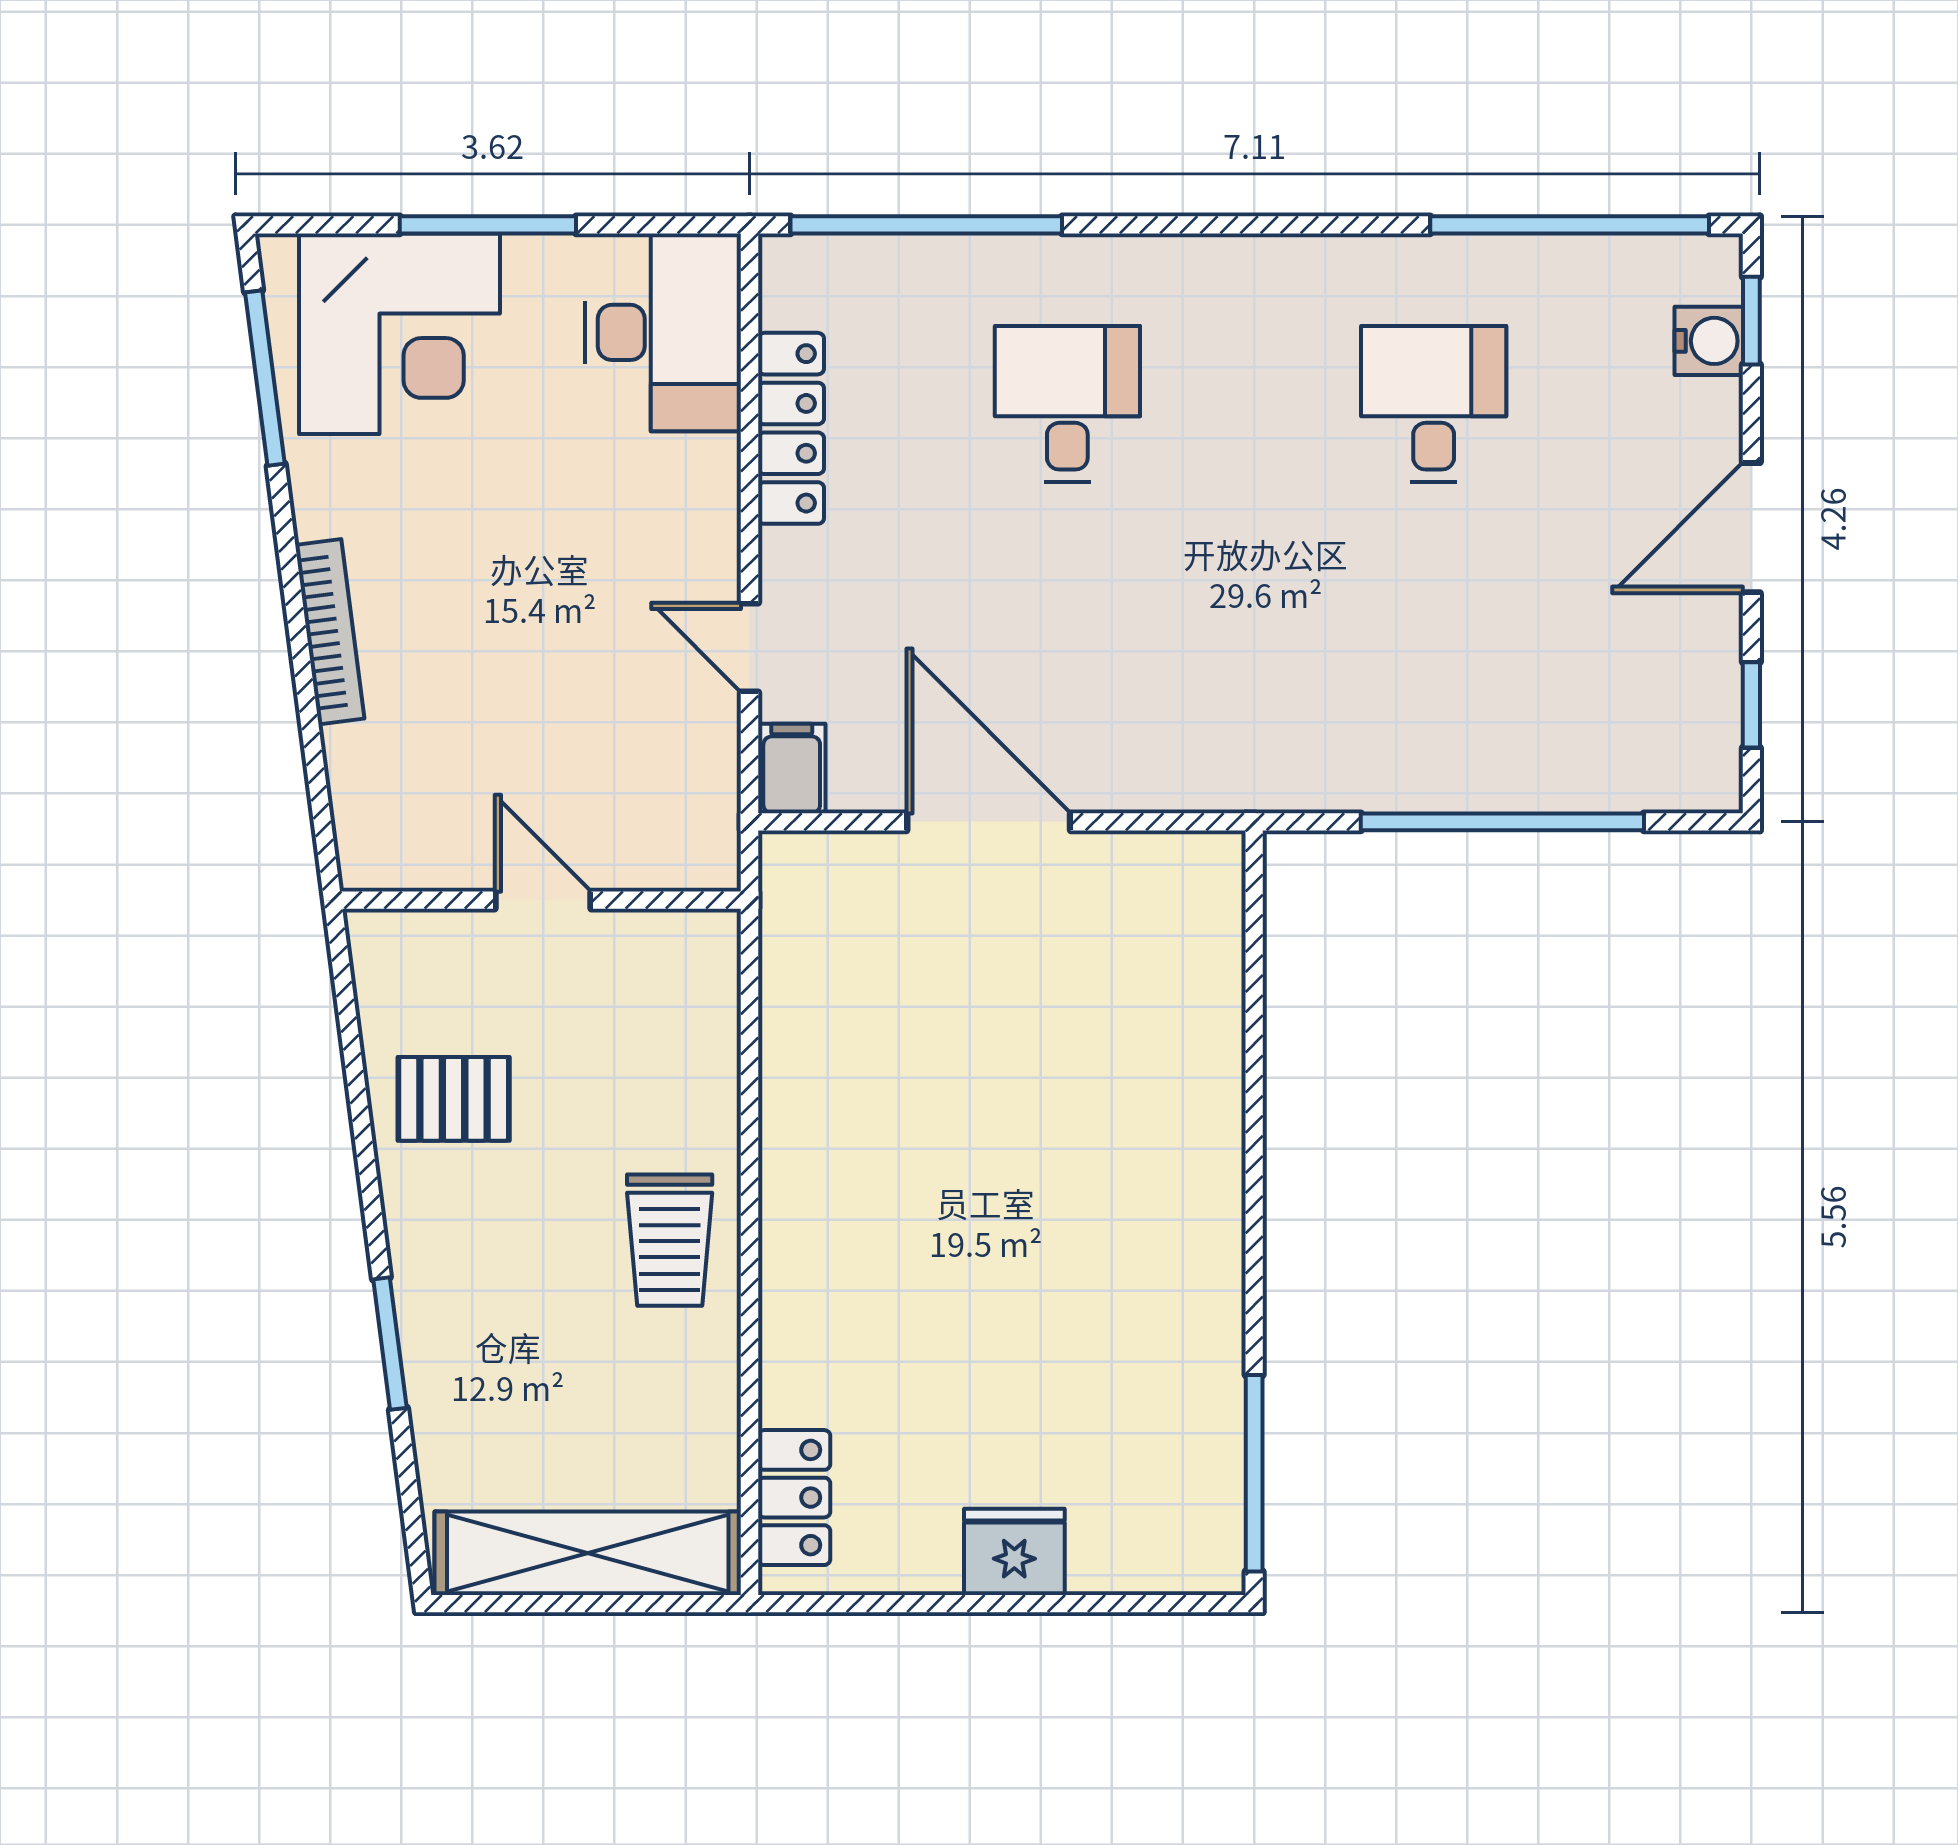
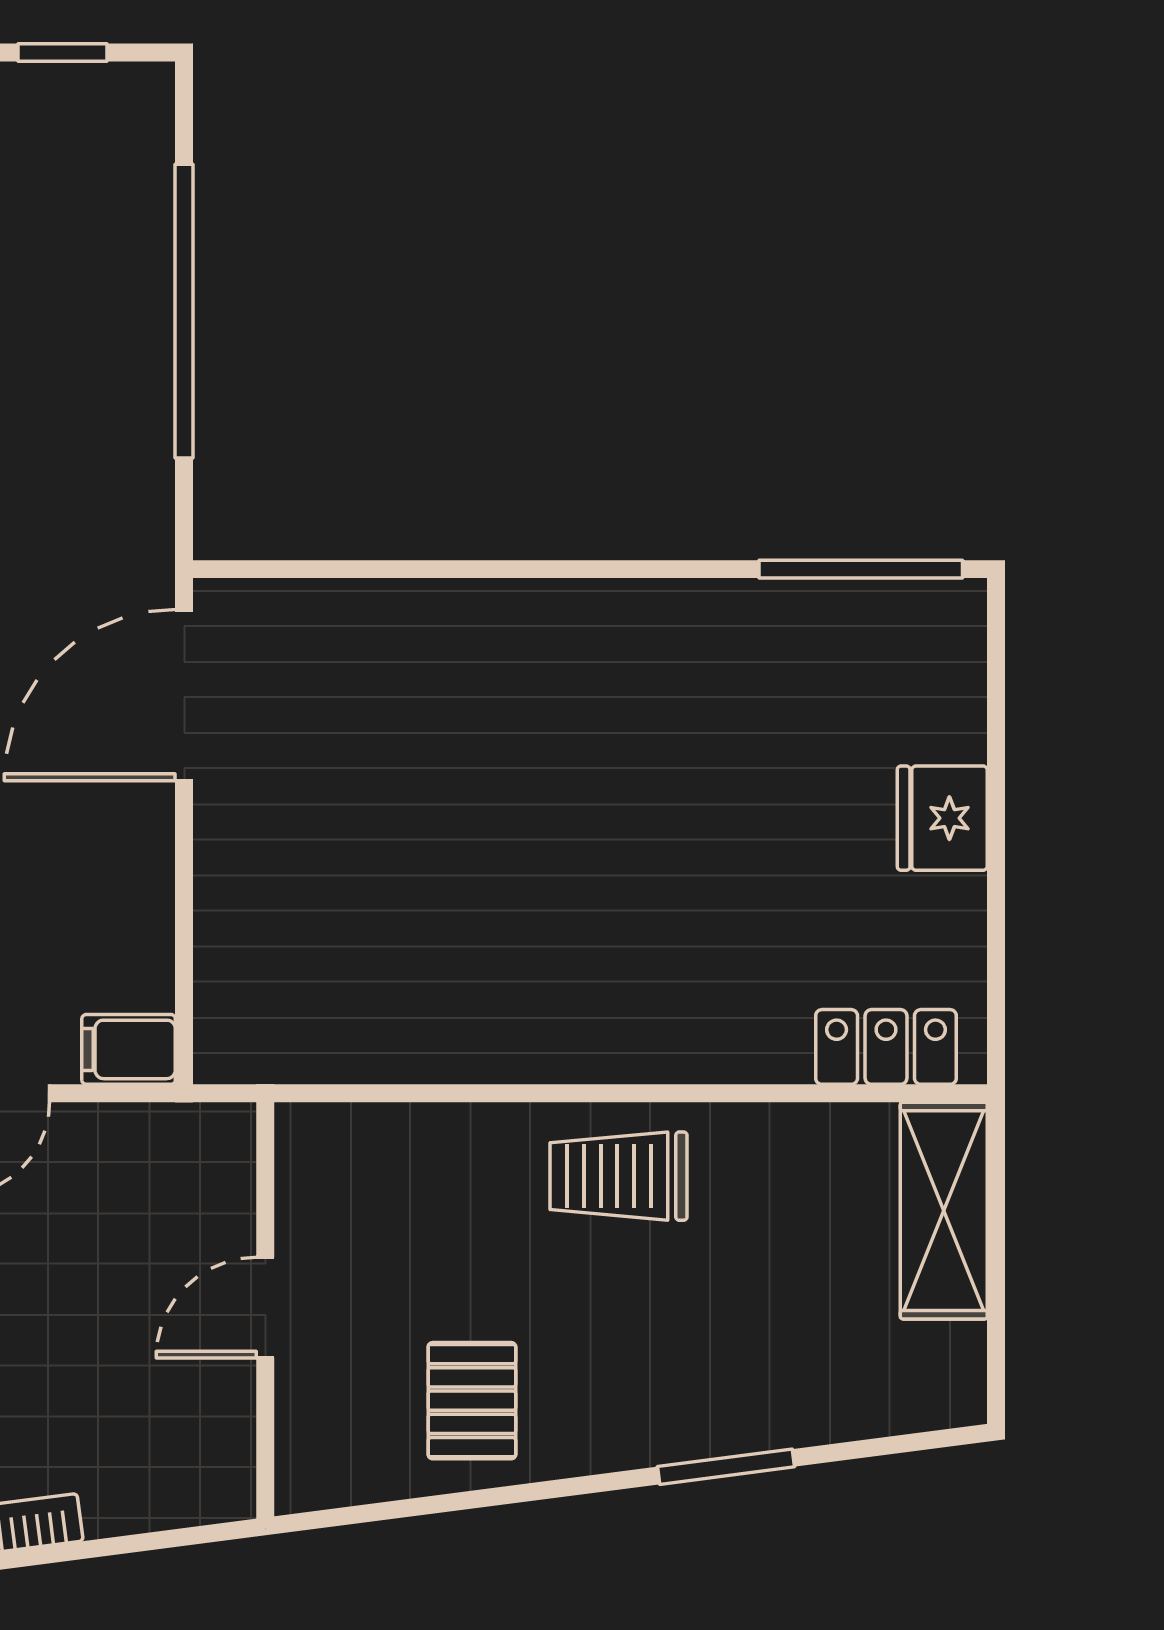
door: (989, 822) -> (184, 695), moved
trolley: (670, 1240) -> (619, 1176), turned 180
shelving: (588, 1553) -> (944, 1211), width x0.68

